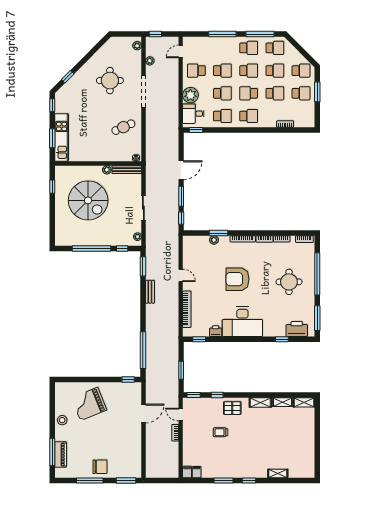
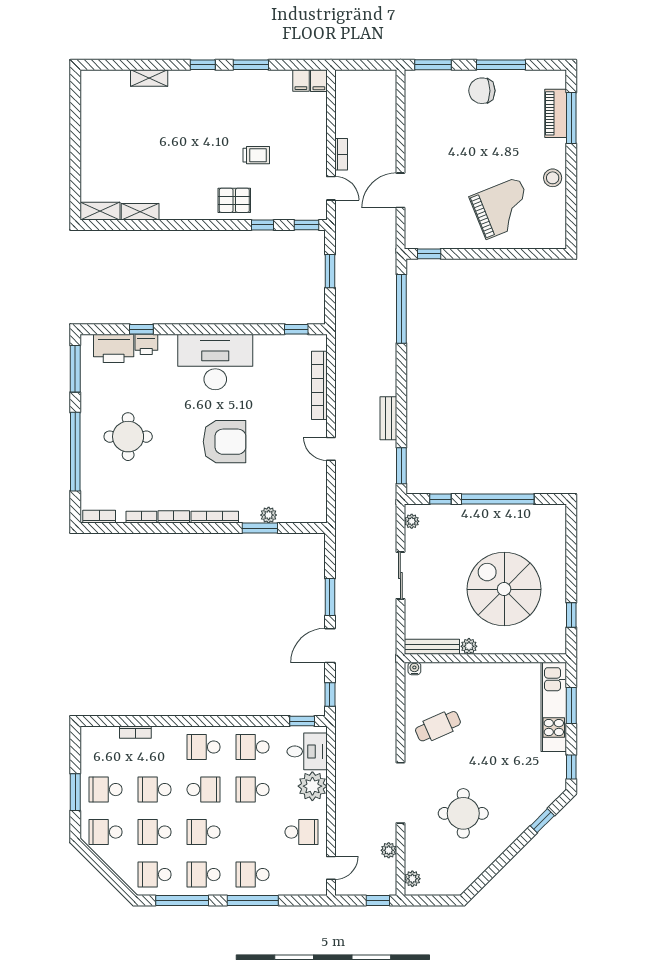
school desk: (222, 71) -> (253, 875), moved
window: (181, 218) -> (330, 694), moved
printer: (216, 331) -> (146, 344), moved
shelving: (260, 402) -> (182, 211), removed

